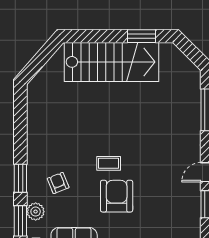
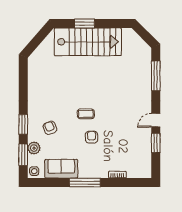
window: (141, 36) -> (84, 23), moved
armchair: (117, 196) -> (91, 137), width x0.53, depth x0.53

